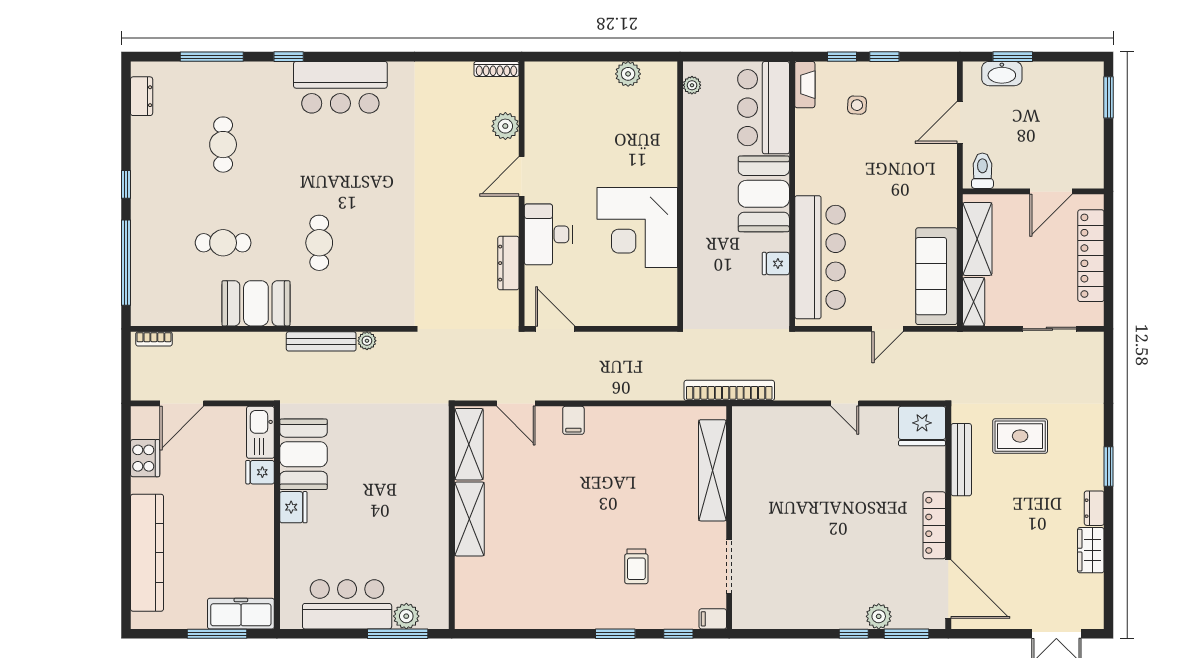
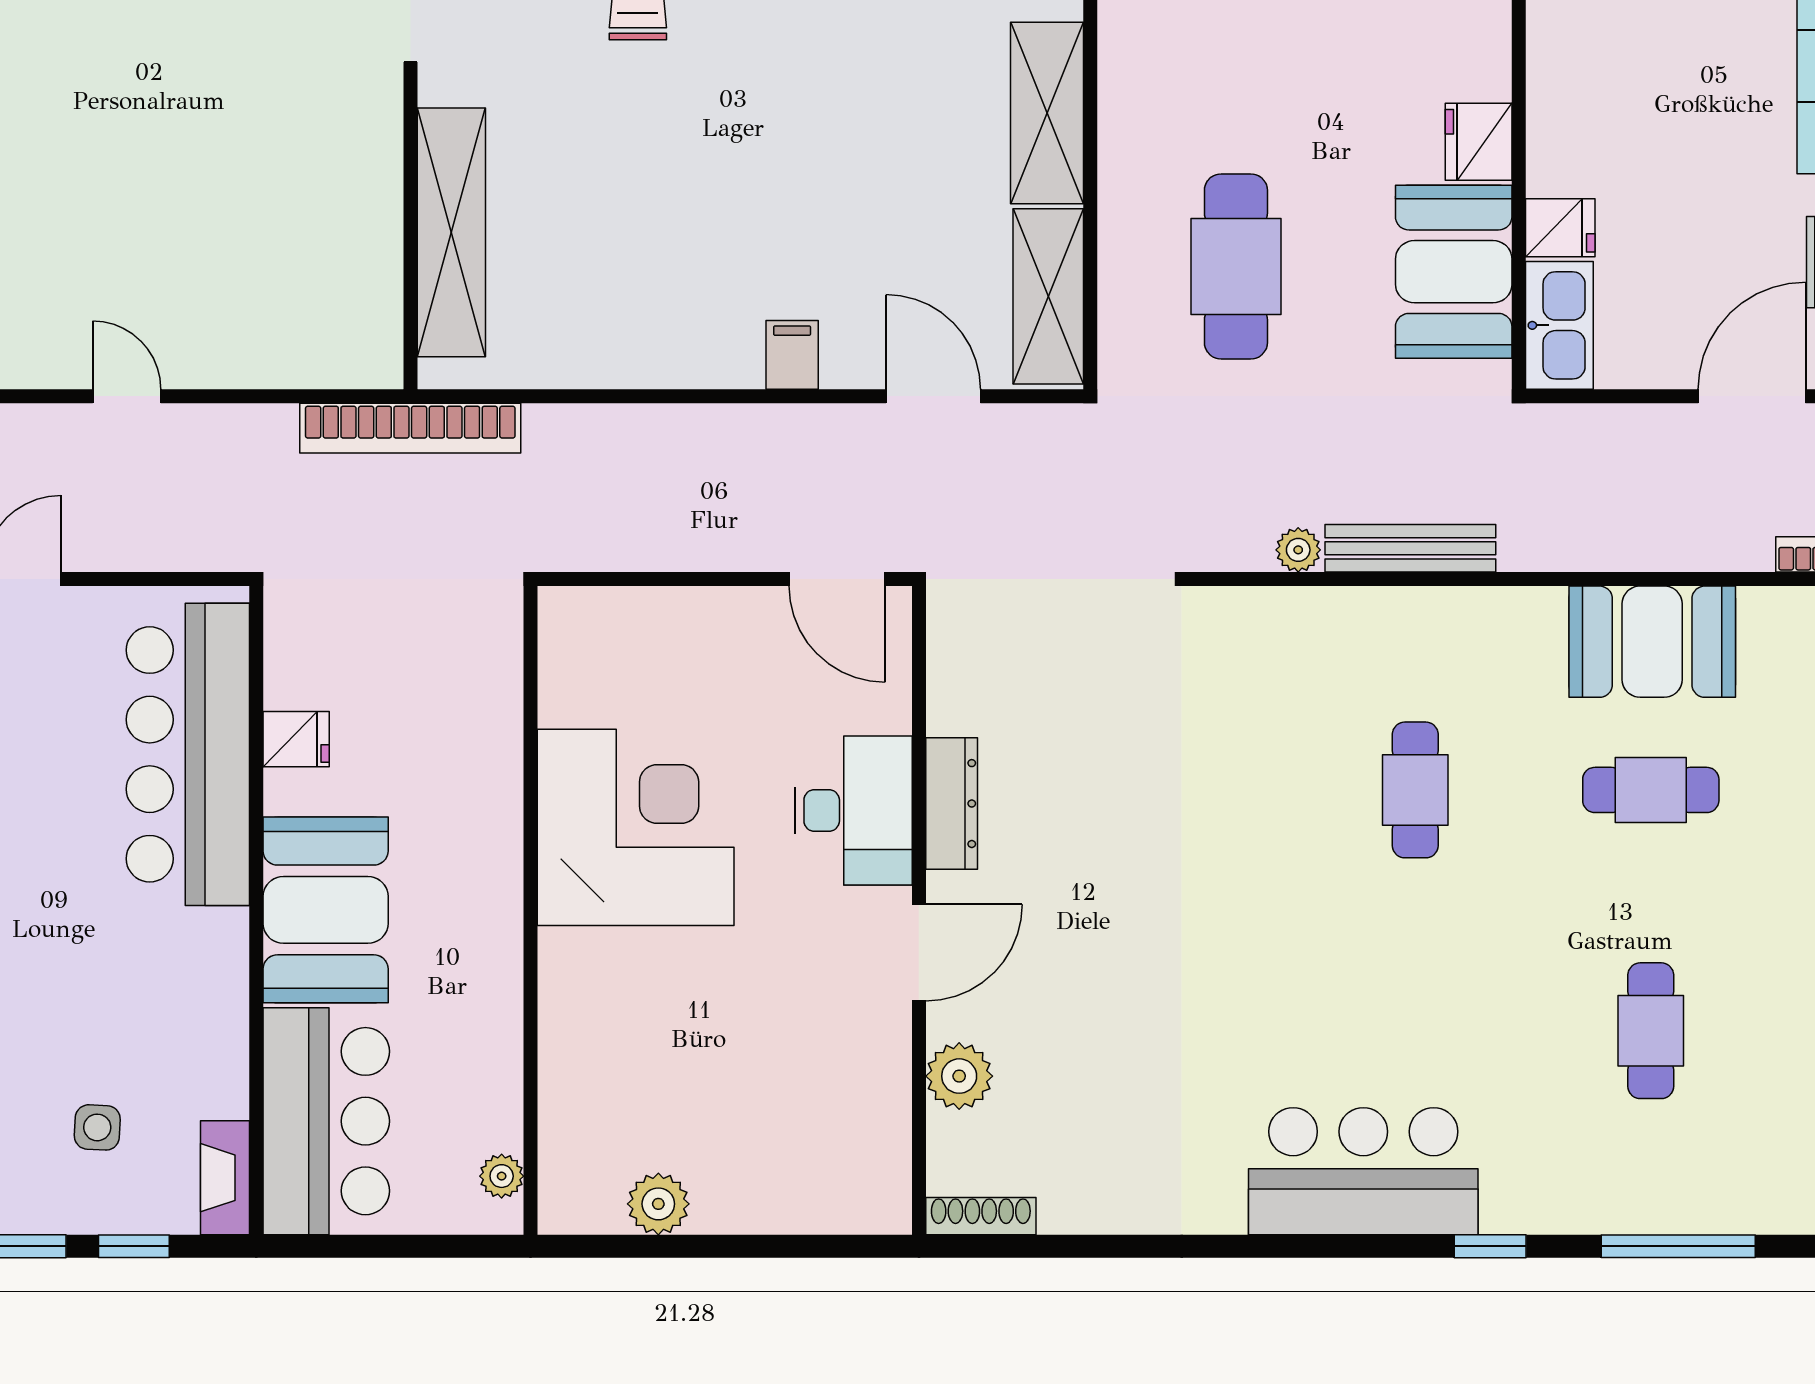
dresser: (508, 263) -> (952, 804), moved
booth: (256, 303) -> (1652, 642), moved
cafe table: (392, 456) -> (1236, 266), added

